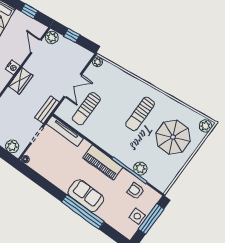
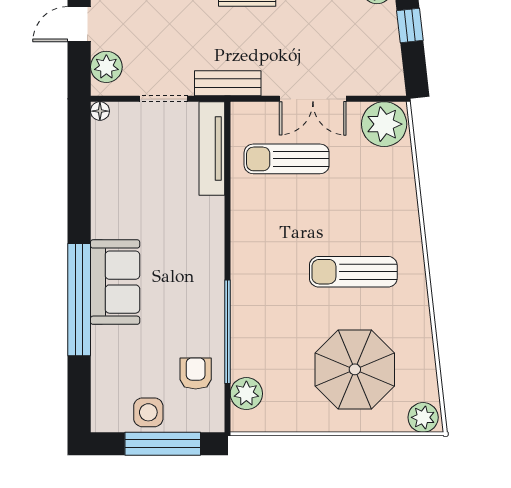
plant: (98, 62) -> (384, 124), width x1.88, depth x1.88
piano: (103, 162) -> (205, 268), removed
plant: (140, 168) -> (246, 394), moved

